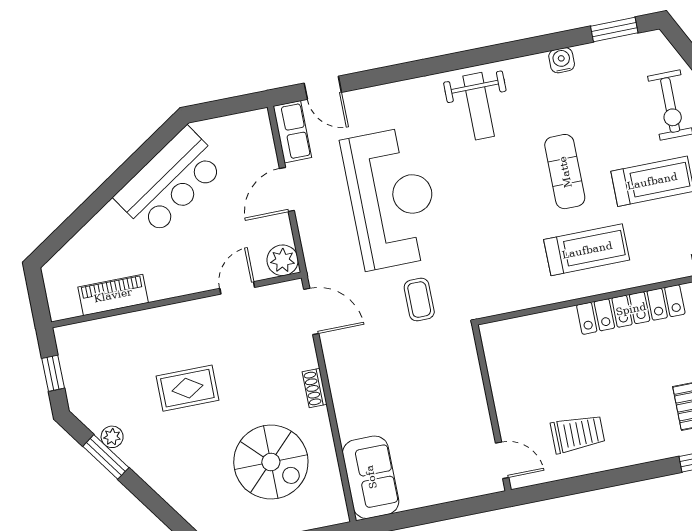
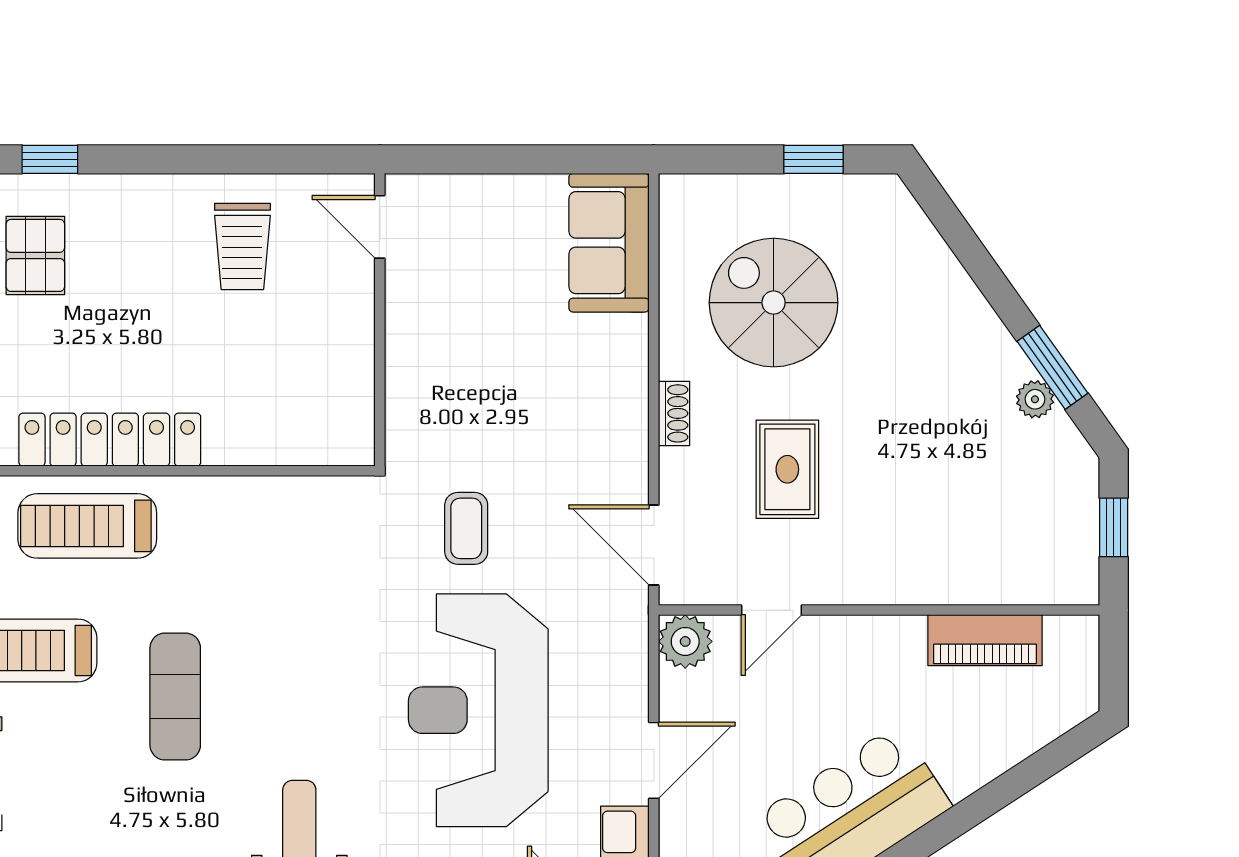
treadmill: (587, 250) -> (87, 526), moved
rug: (187, 388) -> (787, 469), moved, turned 90
trolley: (578, 434) -> (242, 246), turned -90

